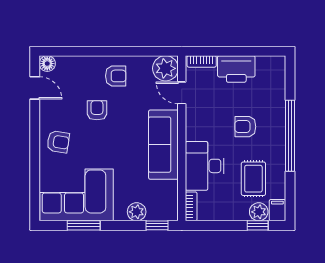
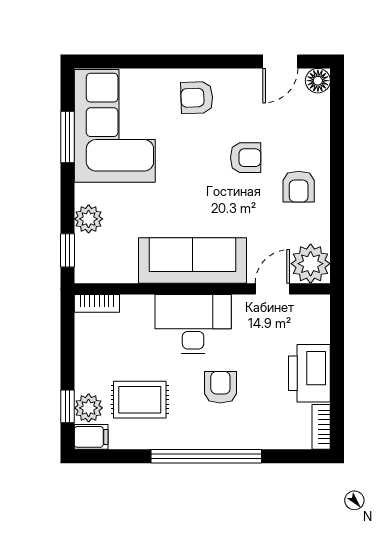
bookcase: (202, 61) -> (321, 427), moved
armchair: (58, 142) -> (197, 98), turned 79
desk: (205, 166) -> (193, 324), moved

